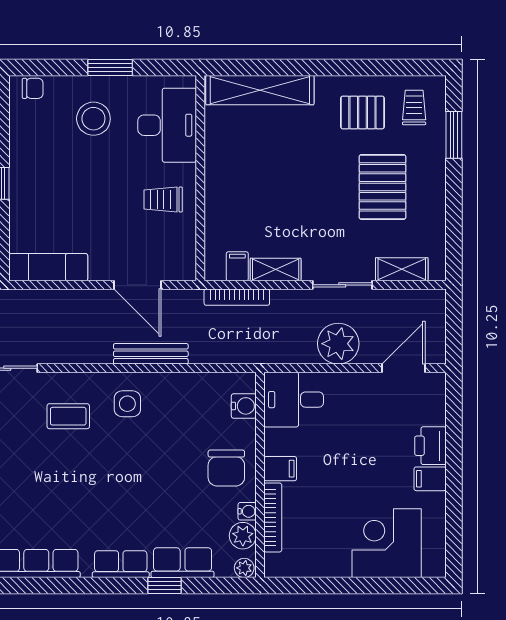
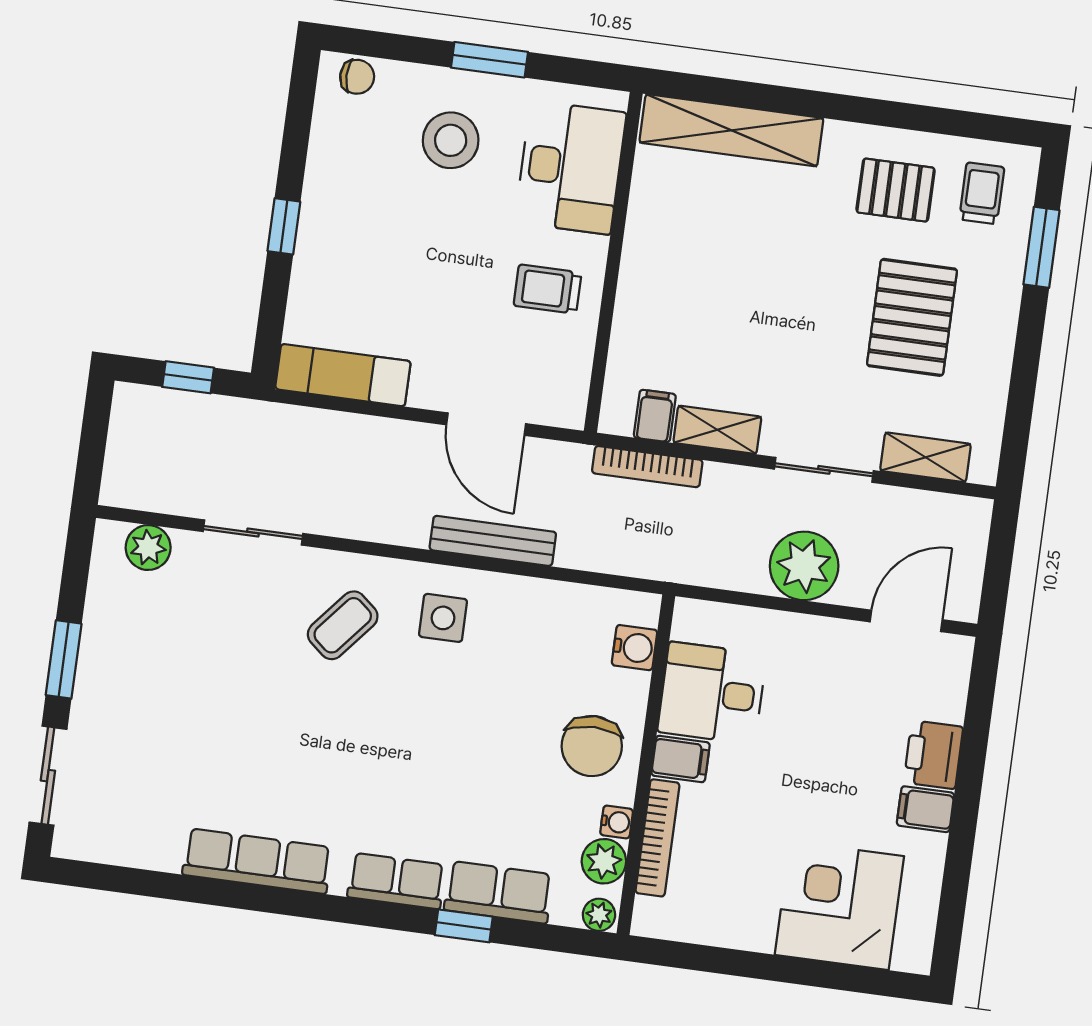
desk: (294, 400) -> (712, 693), moved
coffee table: (68, 416) -> (343, 625), turned -50

